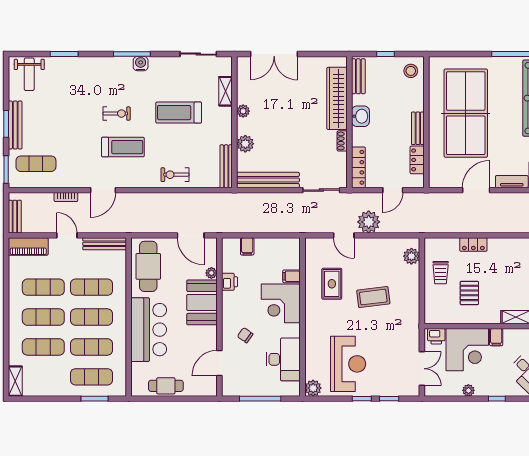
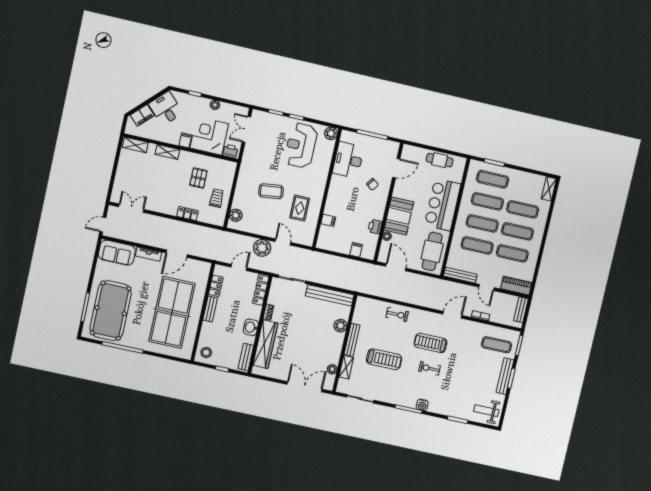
water cooler: (141, 64) -> (422, 405), moved
weight bench: (29, 74) -> (486, 411), turned -90
plant: (243, 111) -> (332, 369), moved
bench: (226, 166) -> (352, 340), moved
corner desk: (281, 303) -> (341, 202), removed

